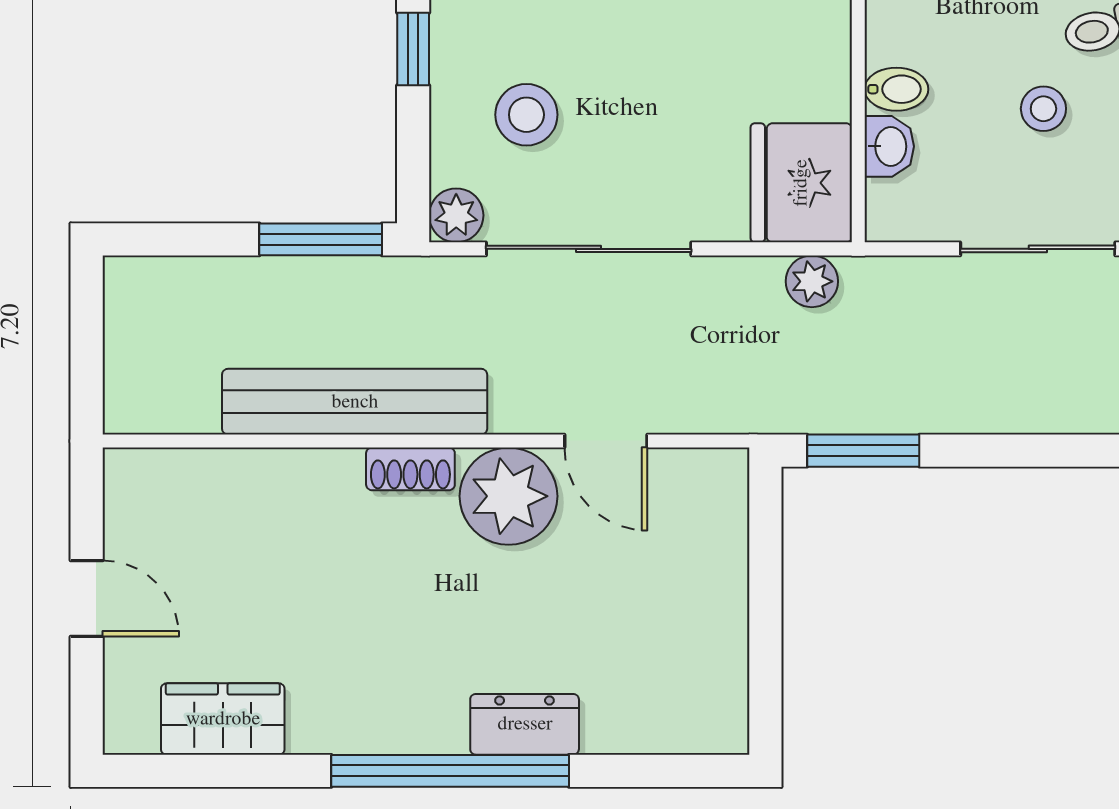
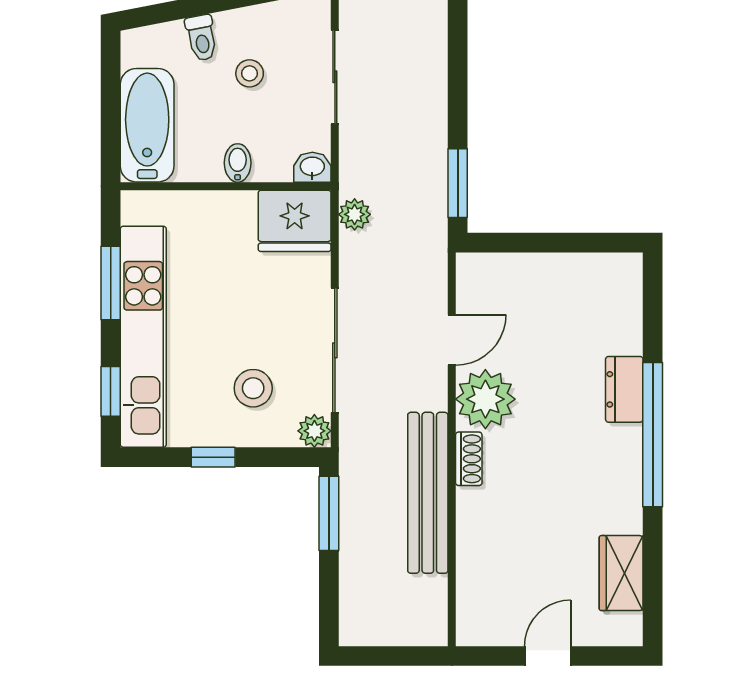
washbasin: (889, 146) -> (312, 167), moved

